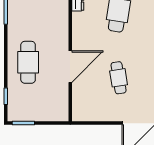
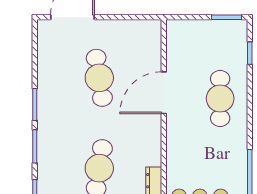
cafe table: (119, 78) -> (99, 78), width x1.37, depth x1.35

